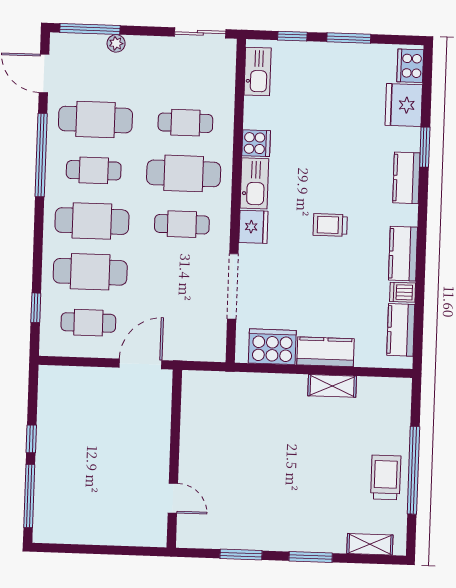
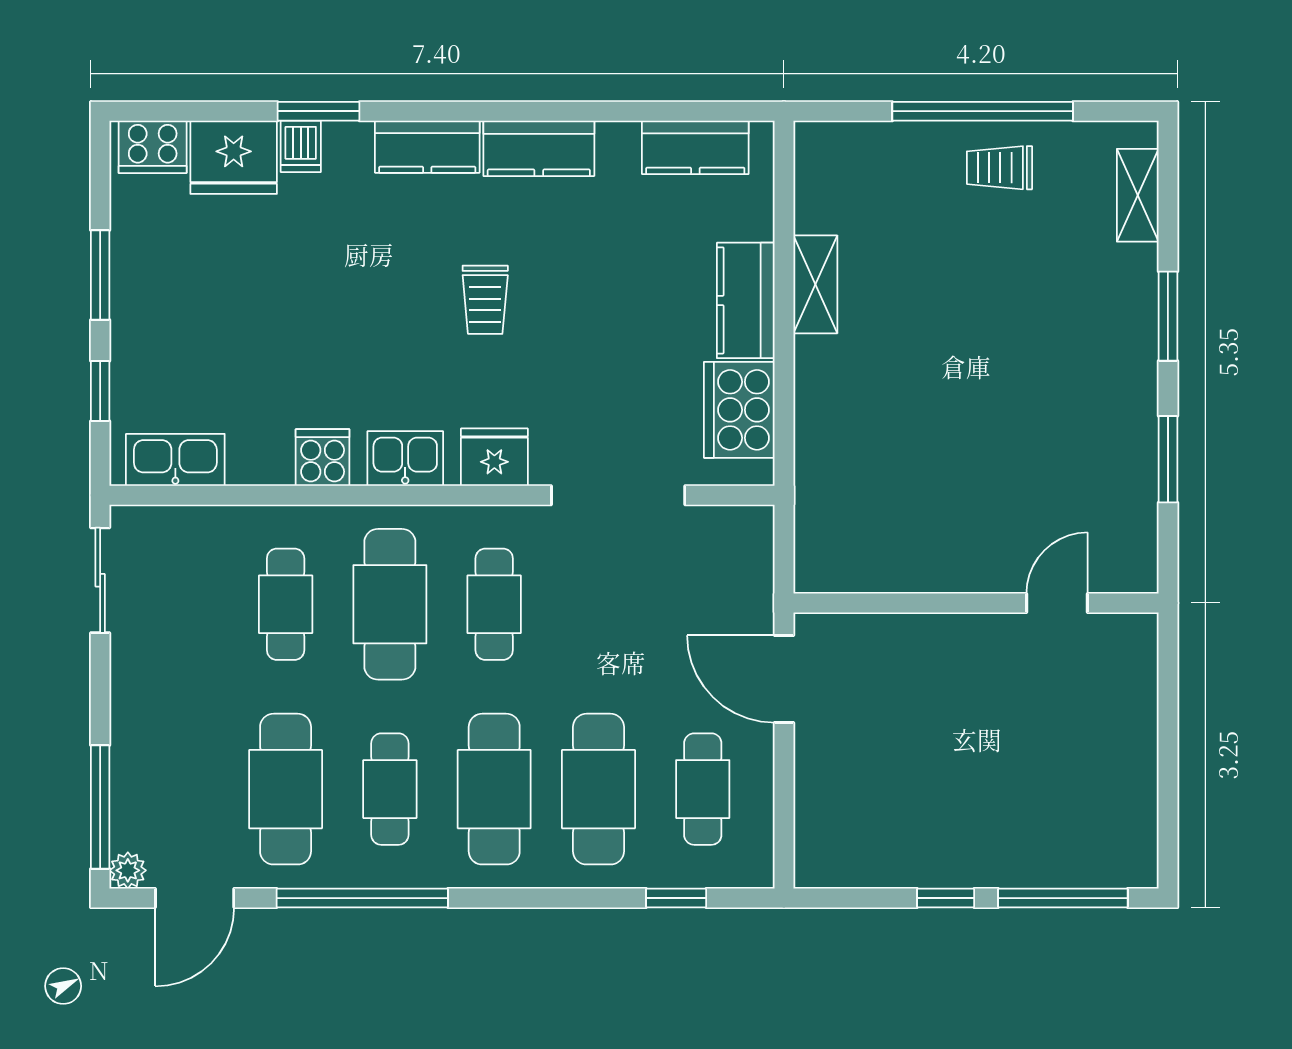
plant: (116, 43) -> (128, 870), moved
kitchen counter: (406, 178) -> (427, 147), moved
kitchen sink: (254, 183) -> (405, 458), width x0.73
dishwasher: (403, 292) -> (301, 146), moved
trolley: (386, 477) -> (999, 168), width x0.73, depth x0.72

